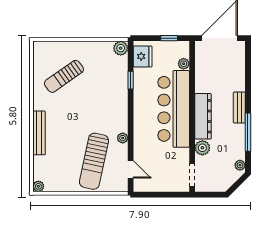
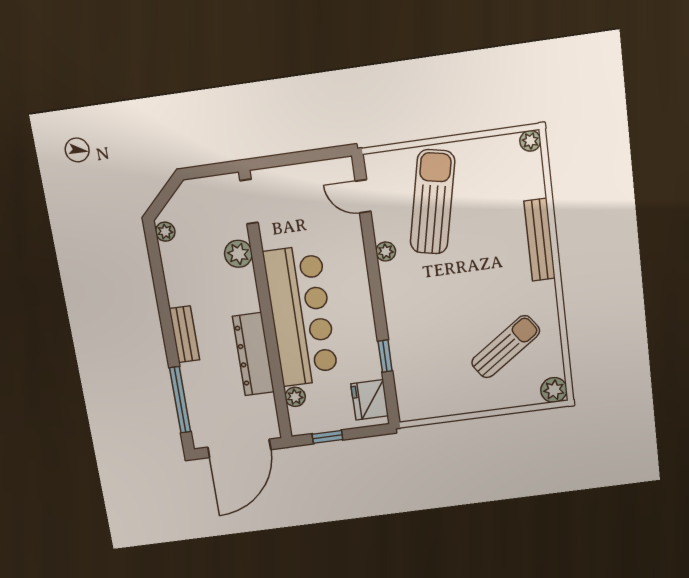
plant: (121, 48) -> (554, 390), moved
dresser: (203, 116) -> (253, 354), moved
window: (248, 132) -> (180, 400), moved

